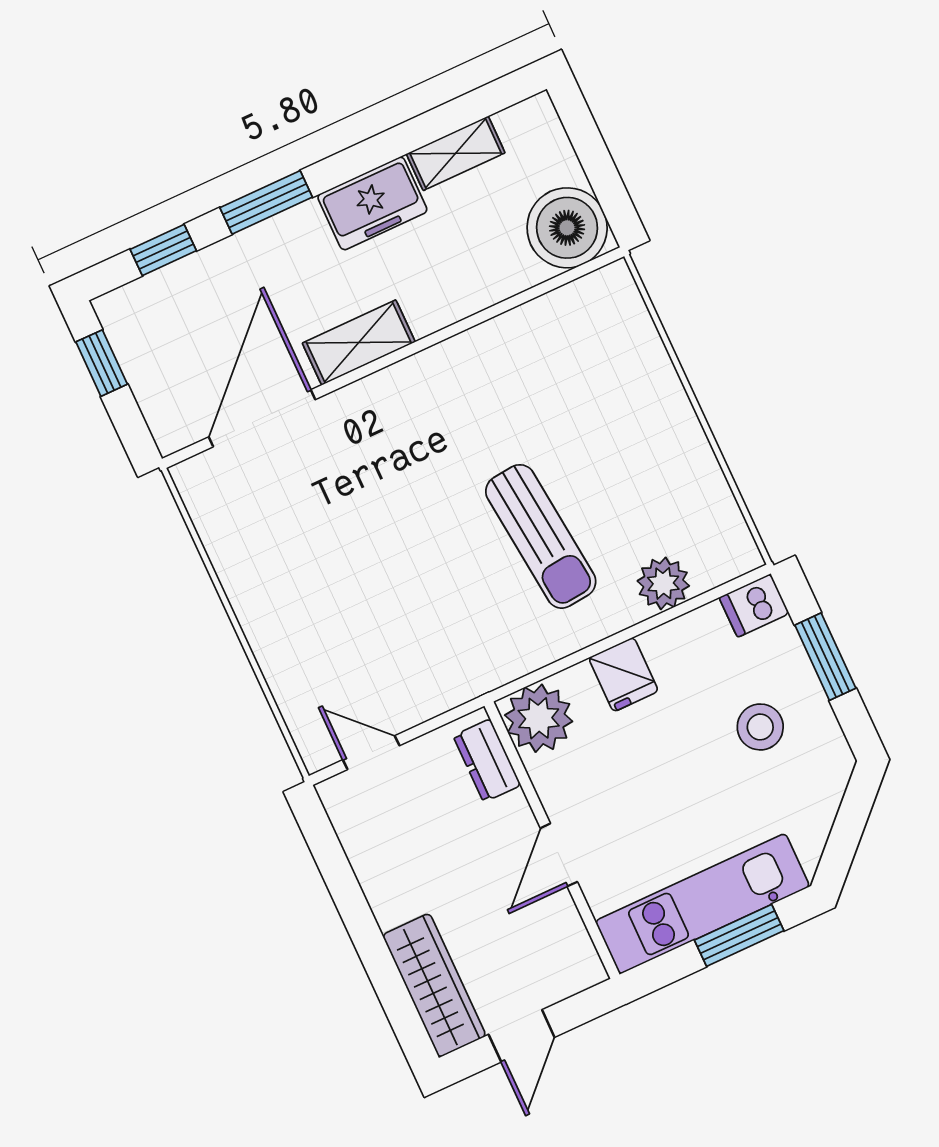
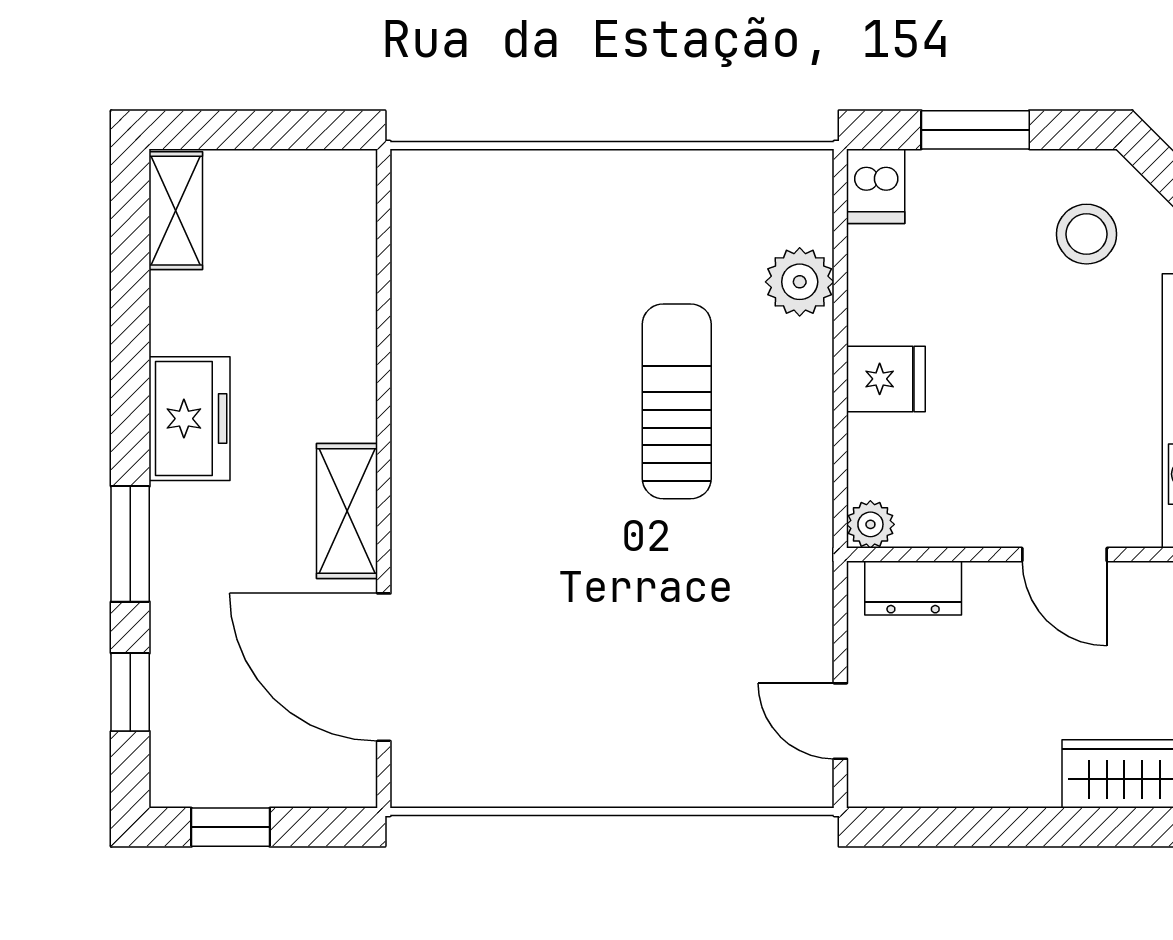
shelving: (456, 153) -> (176, 211), moved
boiler: (567, 228) -> (325, 201), removed
sun lounger: (541, 536) -> (677, 401), turned -84
plant: (539, 718) -> (870, 524), width x0.53, depth x0.53
stool: (760, 727) -> (1087, 234), moved
door: (371, 753) -> (840, 721), hinge flipped

